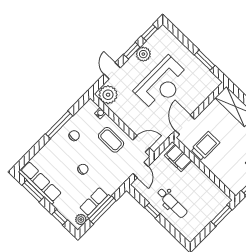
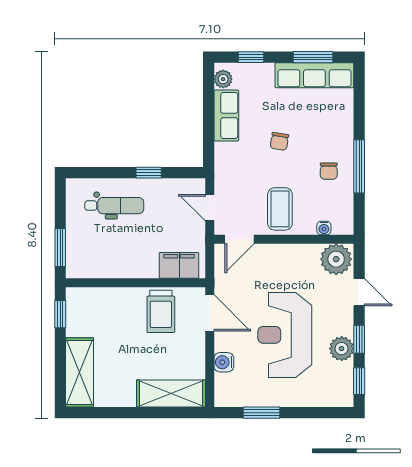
water cooler: (200, 98) -> (224, 362), added
coffee table: (111, 140) -> (280, 209), turned 90
dental chair: (172, 203) -> (114, 206), moved, turned 180
window: (102, 210) -> (209, 116), removed

